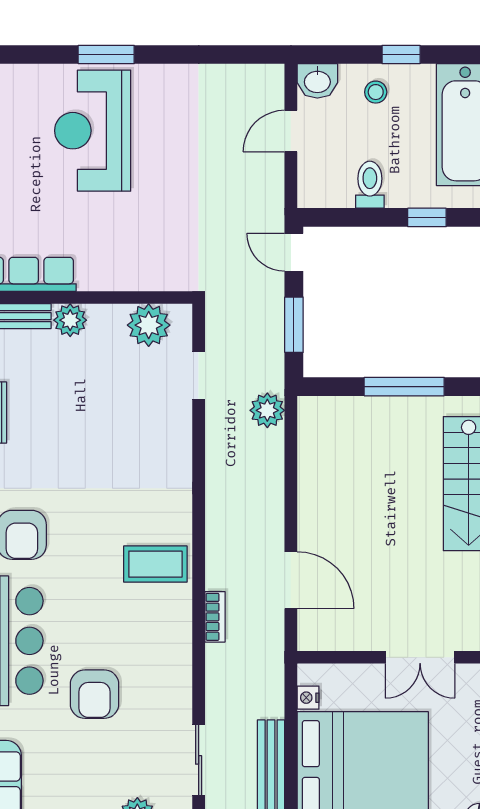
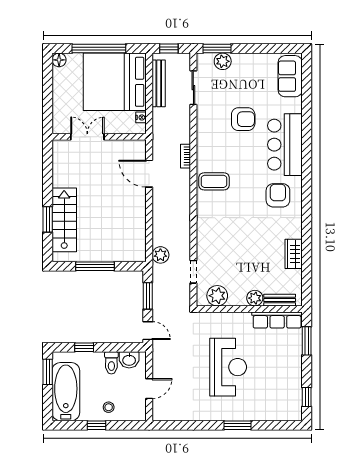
washbasin: (317, 81) -> (129, 360), moved, turned 180
reception desk: (93, 131) -> (228, 367), moved
armchair: (95, 694) -> (243, 119), turned 90

